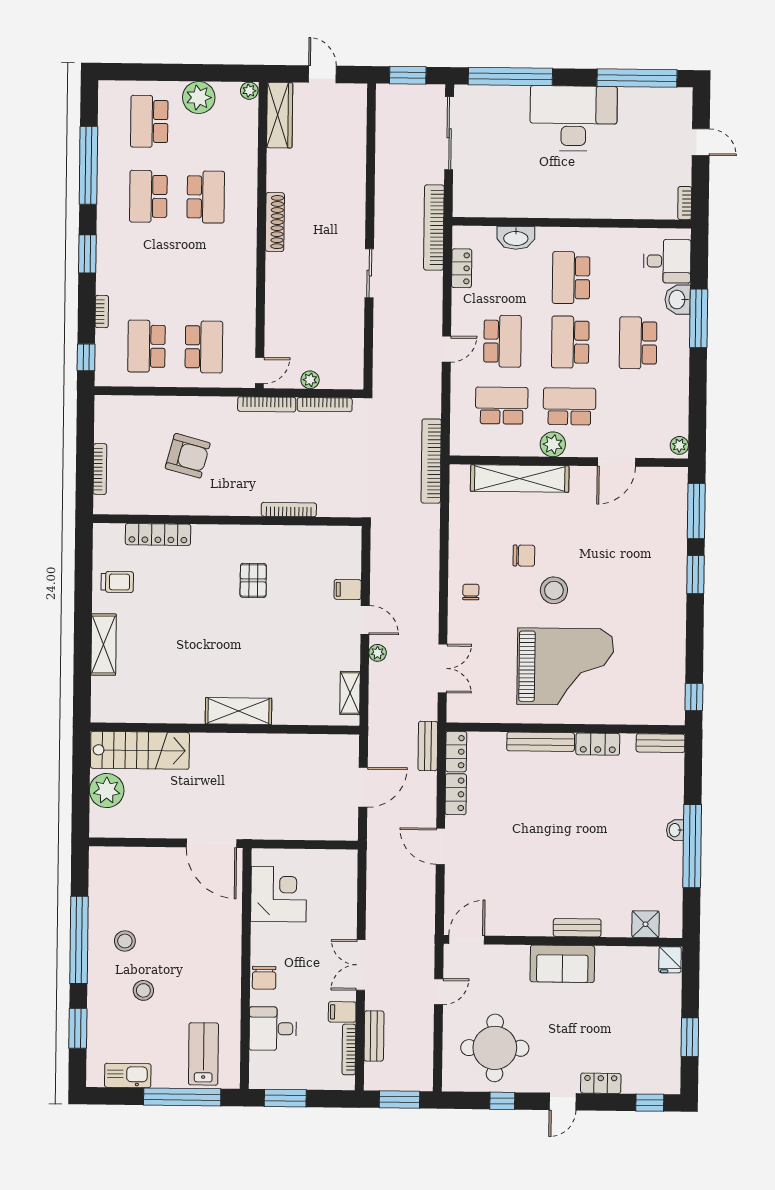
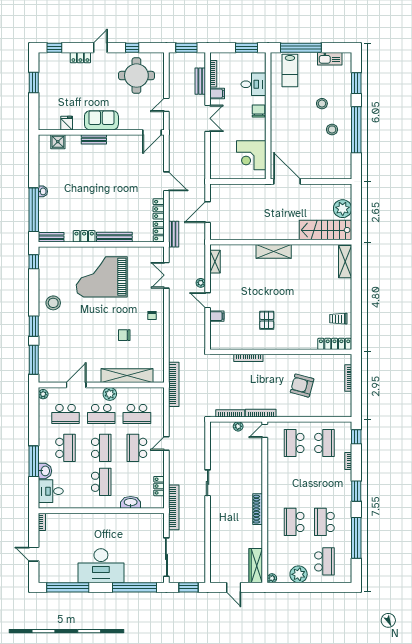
school desk: (148, 196) -> (324, 522), turned 180
school desk: (637, 407) -> (66, 414), added
locker: (158, 534) -> (335, 344), moved
stool: (554, 590) -> (53, 303), moved
shelving: (104, 645) -> (345, 262), moved
window: (692, 846) -> (34, 210), moved
fridge: (670, 960) -> (67, 123), moved

